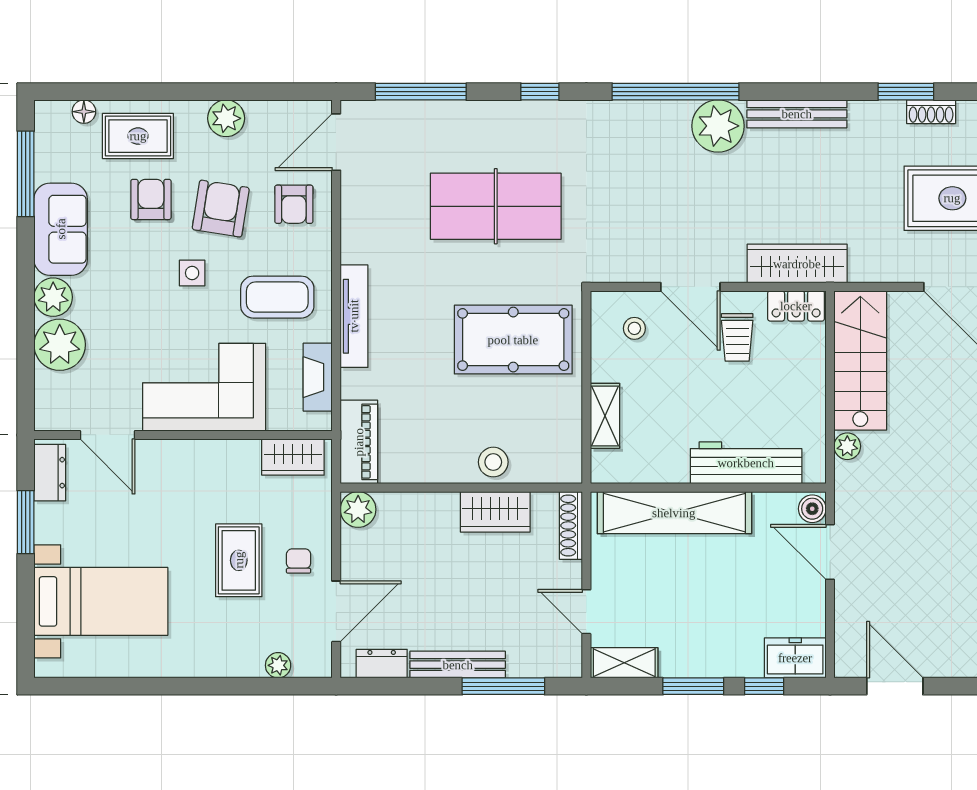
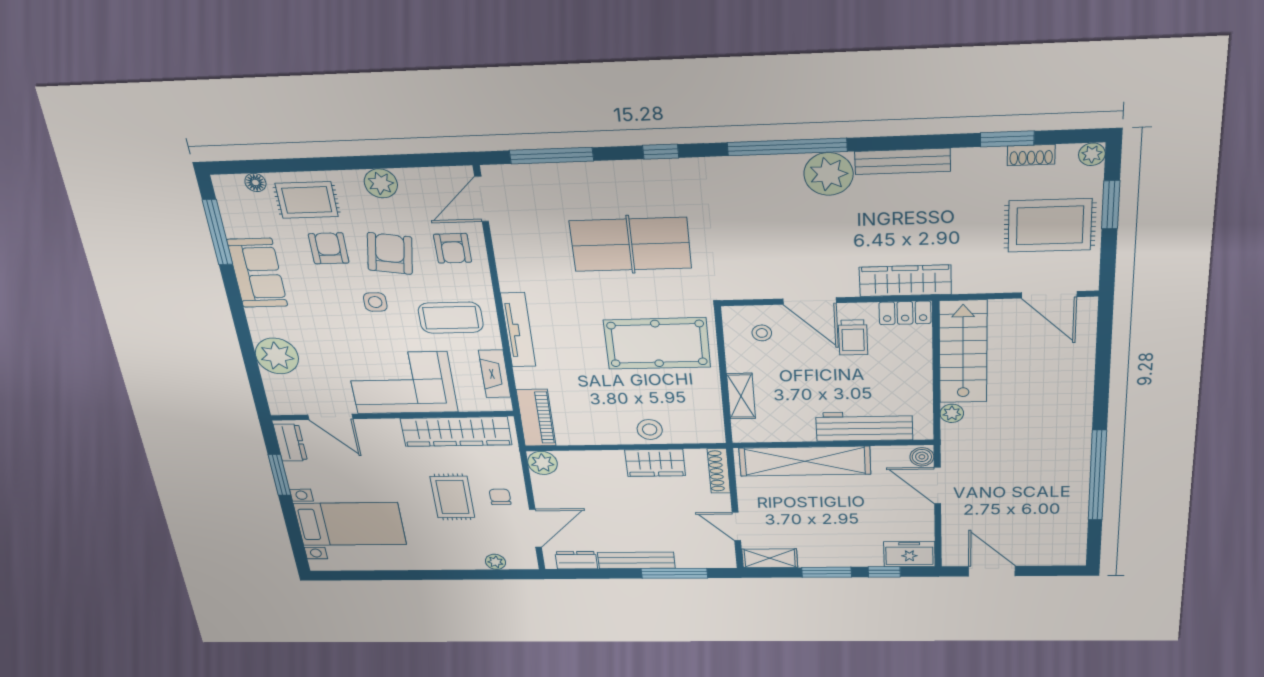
plant: (53, 297) -> (263, 323), removed
wardrobe: (293, 457) -> (456, 432), width x2.10, depth x1.17

